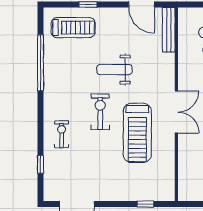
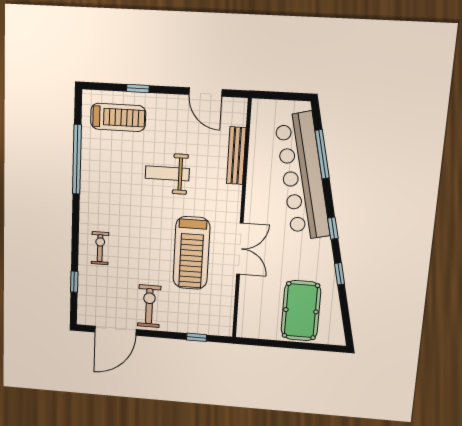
bench: (169, 30) -> (236, 156), moved
exercise bike: (100, 112) -> (149, 306), moved
double door: (176, 112) -> (240, 249), moved

